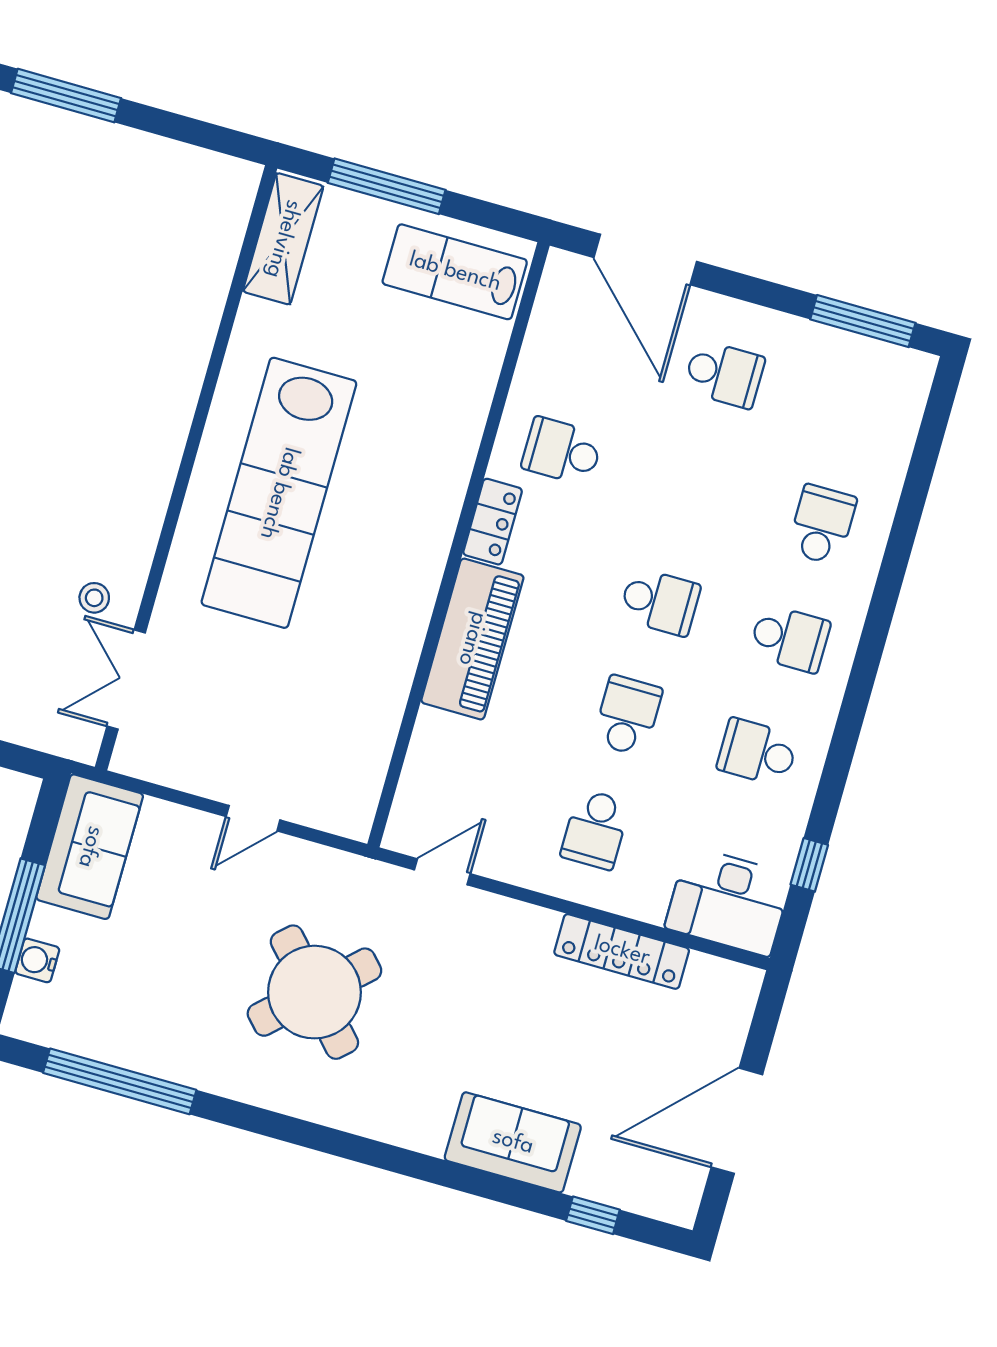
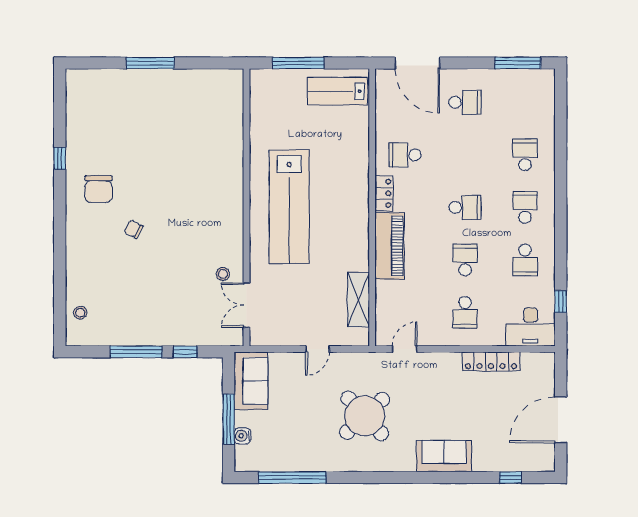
shelving: (283, 239) -> (358, 300), moved
school desk: (790, 639) -> (525, 207), turned -90
school desk: (757, 752) -> (525, 260), turned -90
sofa: (513, 1142) -> (444, 456), moved

